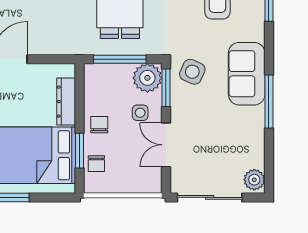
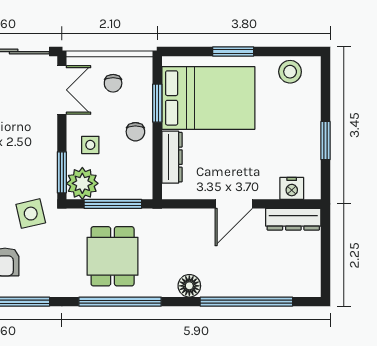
side table: (192, 72) -> (31, 214), moved, turned -37
double door: (166, 145) -> (62, 90), moved
chair: (96, 164) -> (113, 83), moved, turned 180

